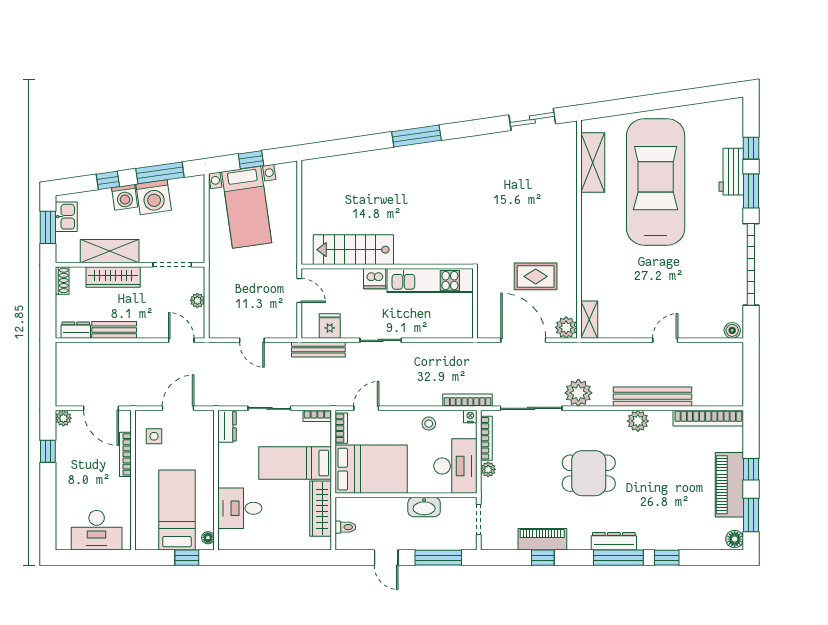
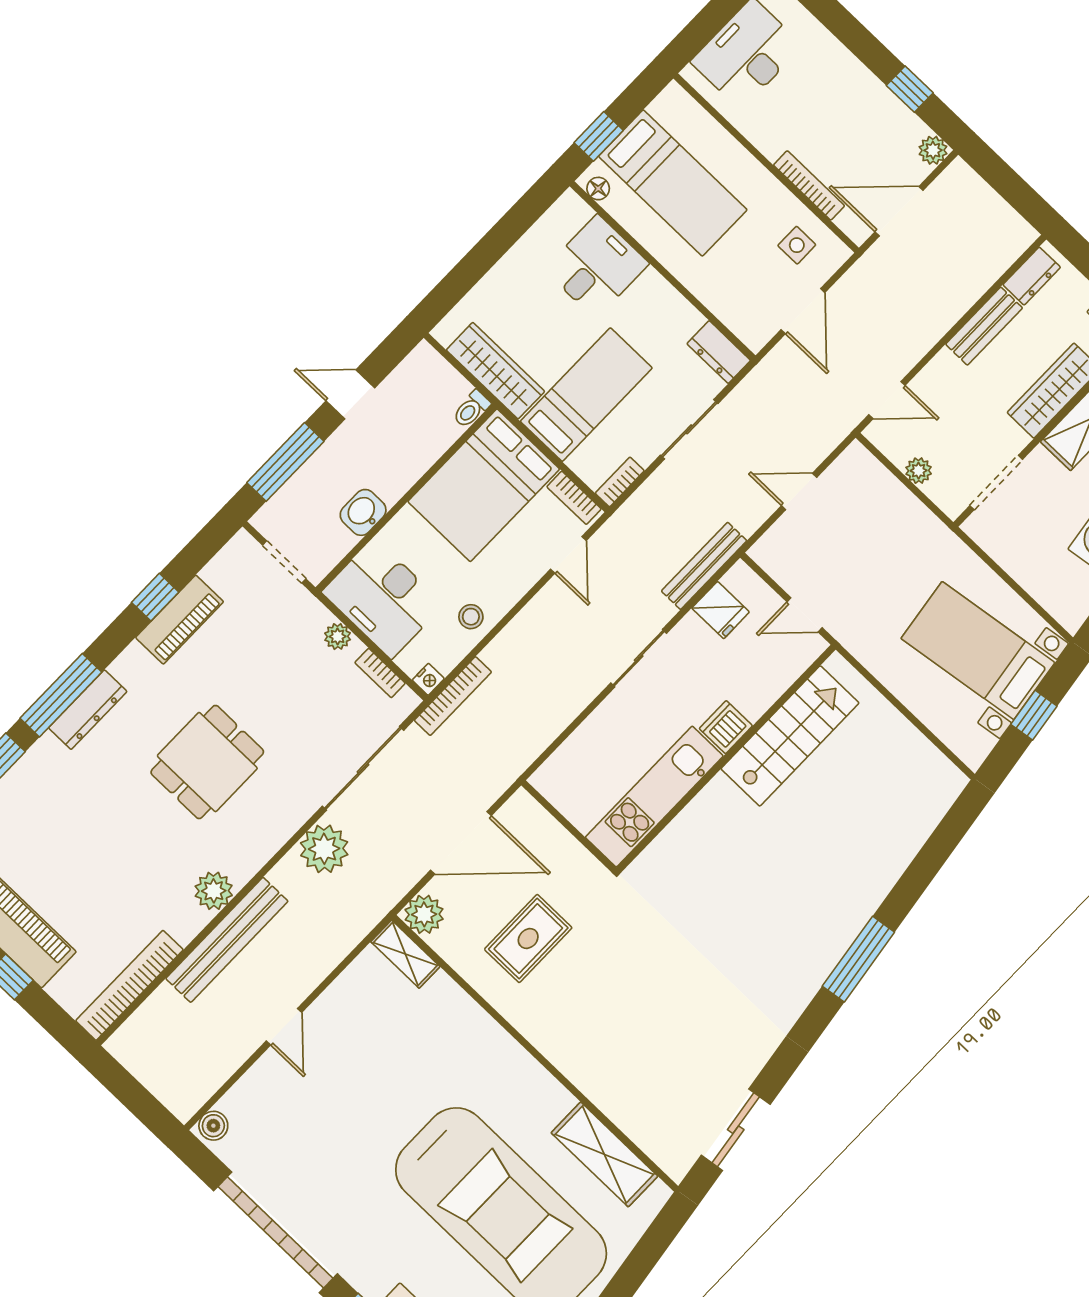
bookcase: (486, 438) -> (380, 673), width x0.64
washbasin: (424, 507) -> (363, 512), width x0.72
toilet: (345, 527) -> (471, 409), moved

